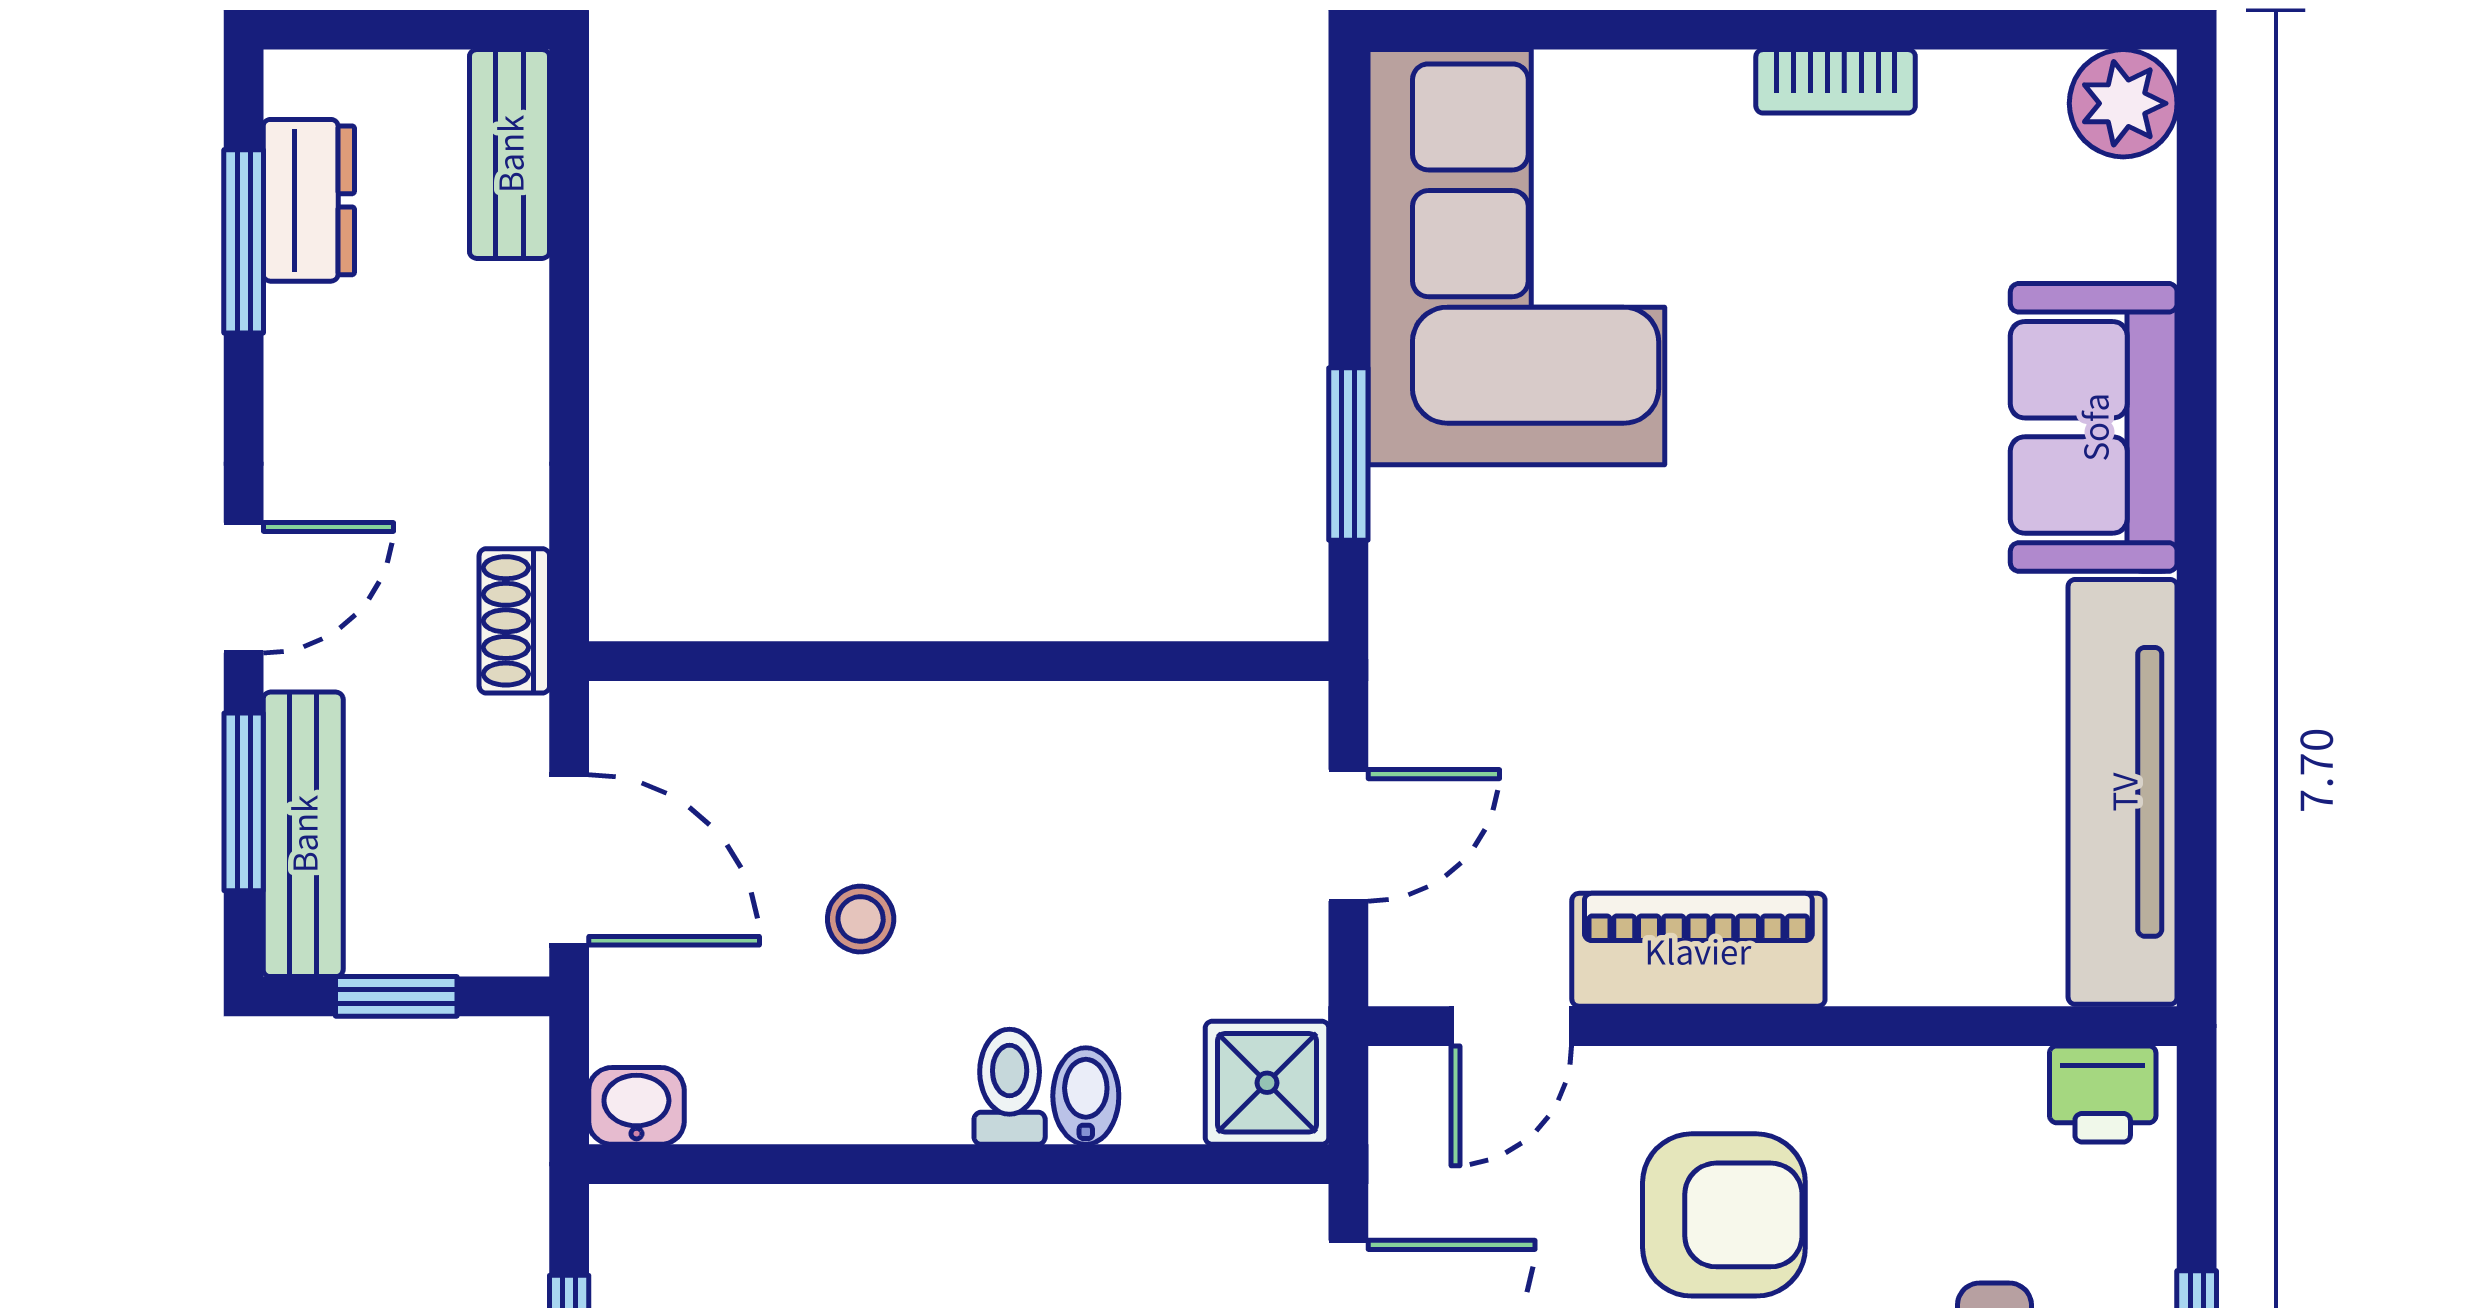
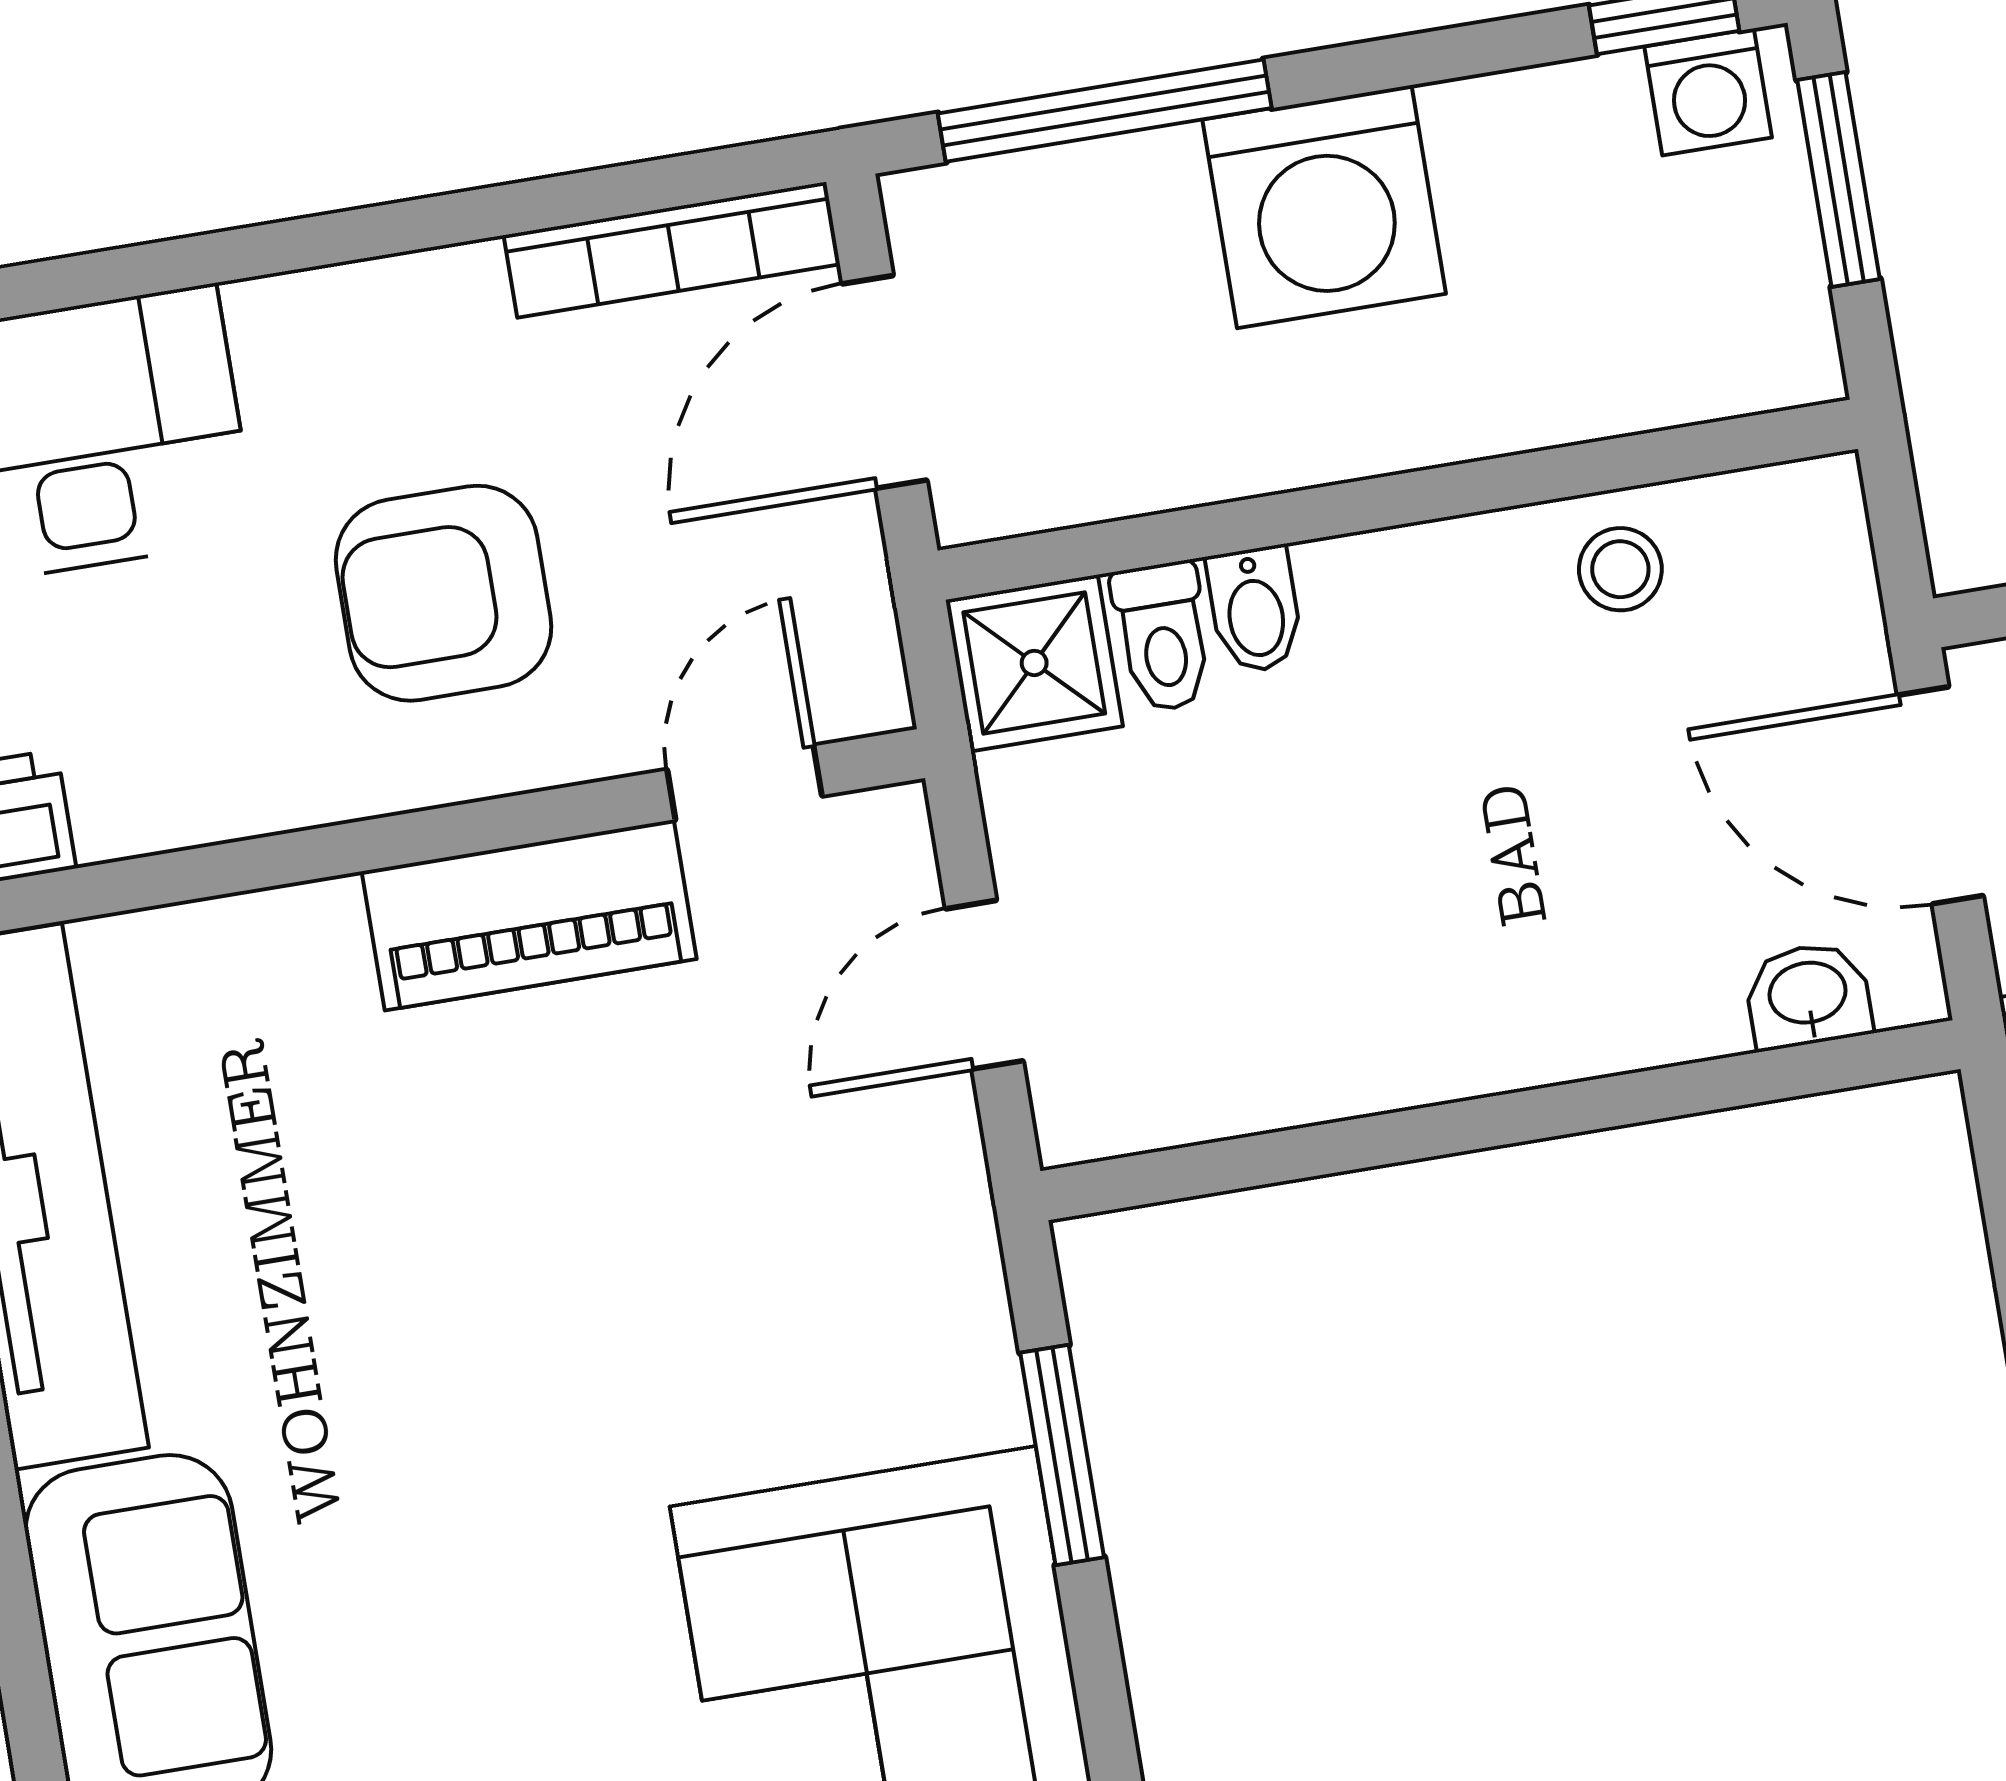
stool: (861, 919) -> (1620, 569), moved
toilet: (1010, 1087) -> (1163, 637), moved
washbasin: (636, 1106) -> (1808, 995), moved, turned 180

